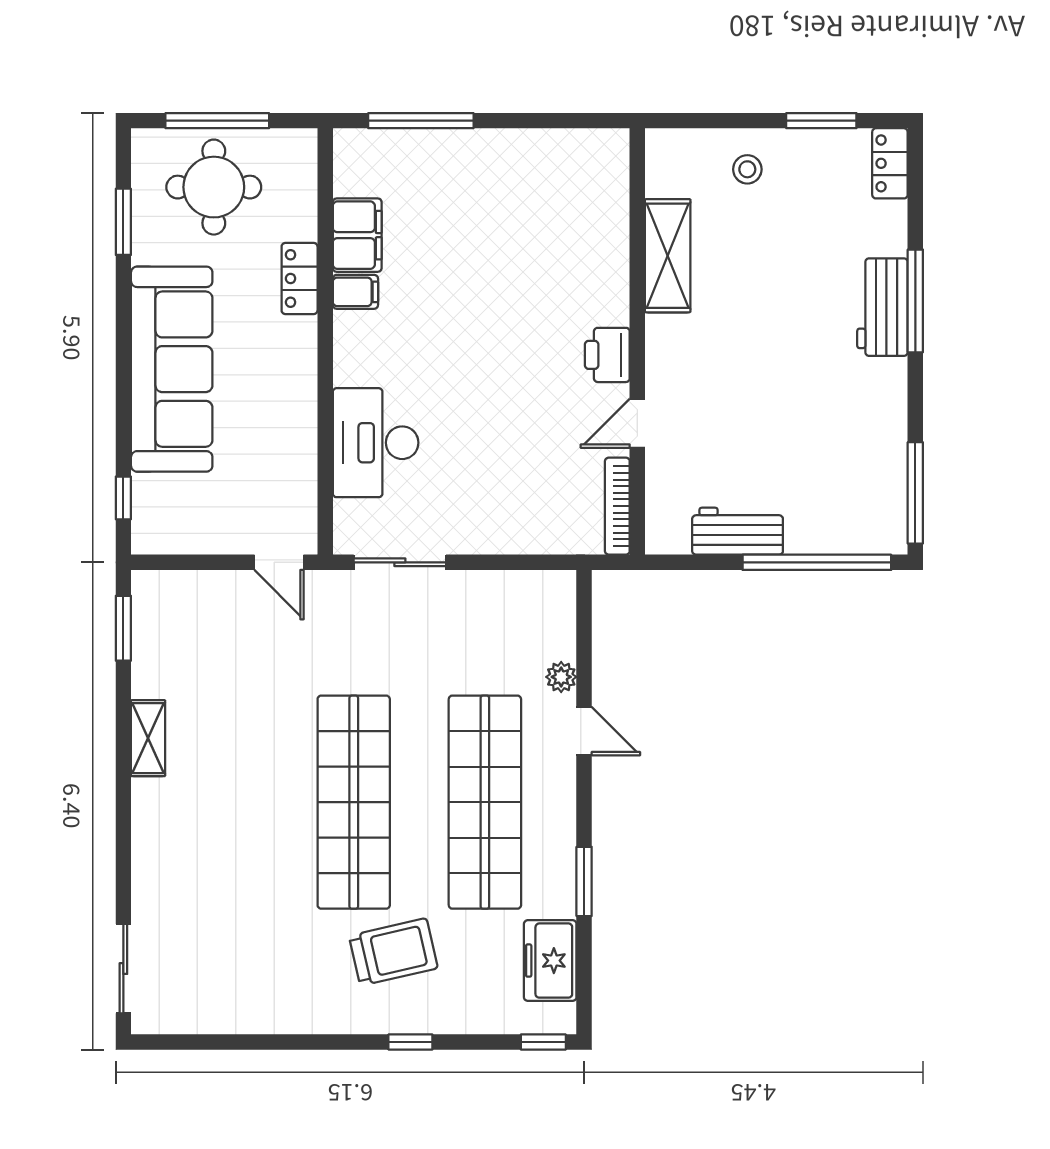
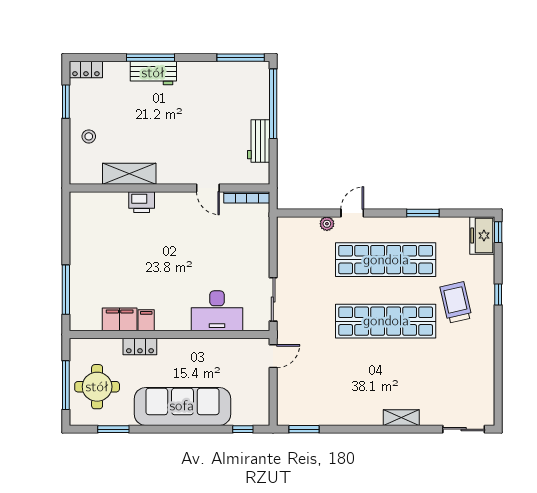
printer: (607, 355) -> (142, 202), moved
shelving: (148, 738) -> (401, 418), moved
freezer: (550, 961) -> (482, 236), moved, turned 90

